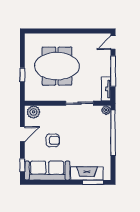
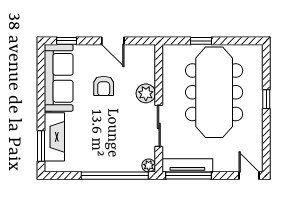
window: (62, 31) -> (266, 99), added
meeting table: (57, 66) -> (214, 92), width x1.36
window: (113, 71) -> (188, 176), moved
tv unit: (106, 89) -> (187, 165), width x1.41
plant: (33, 112) -> (146, 93), moved

